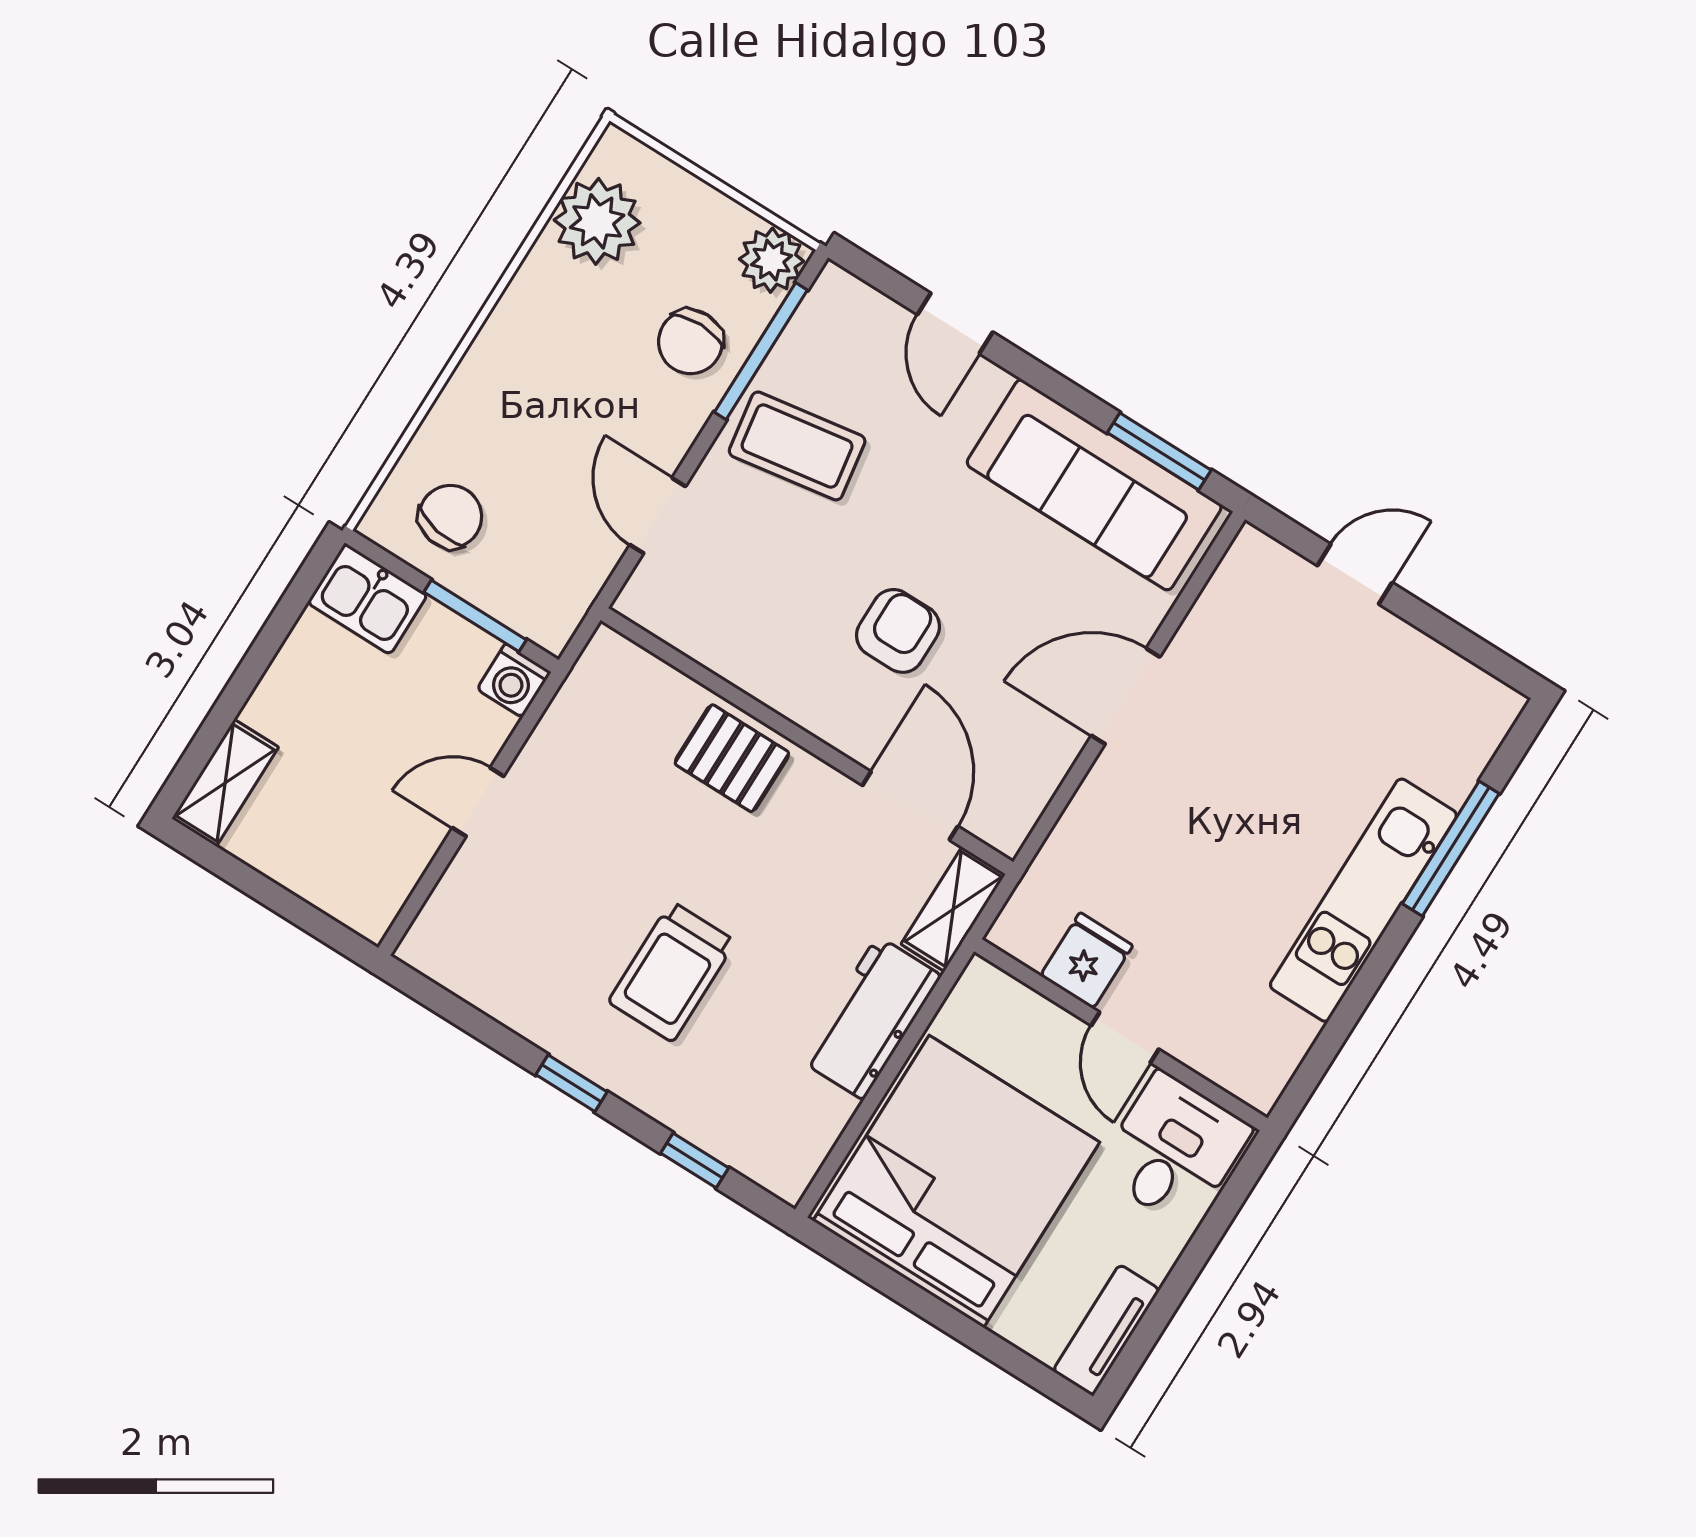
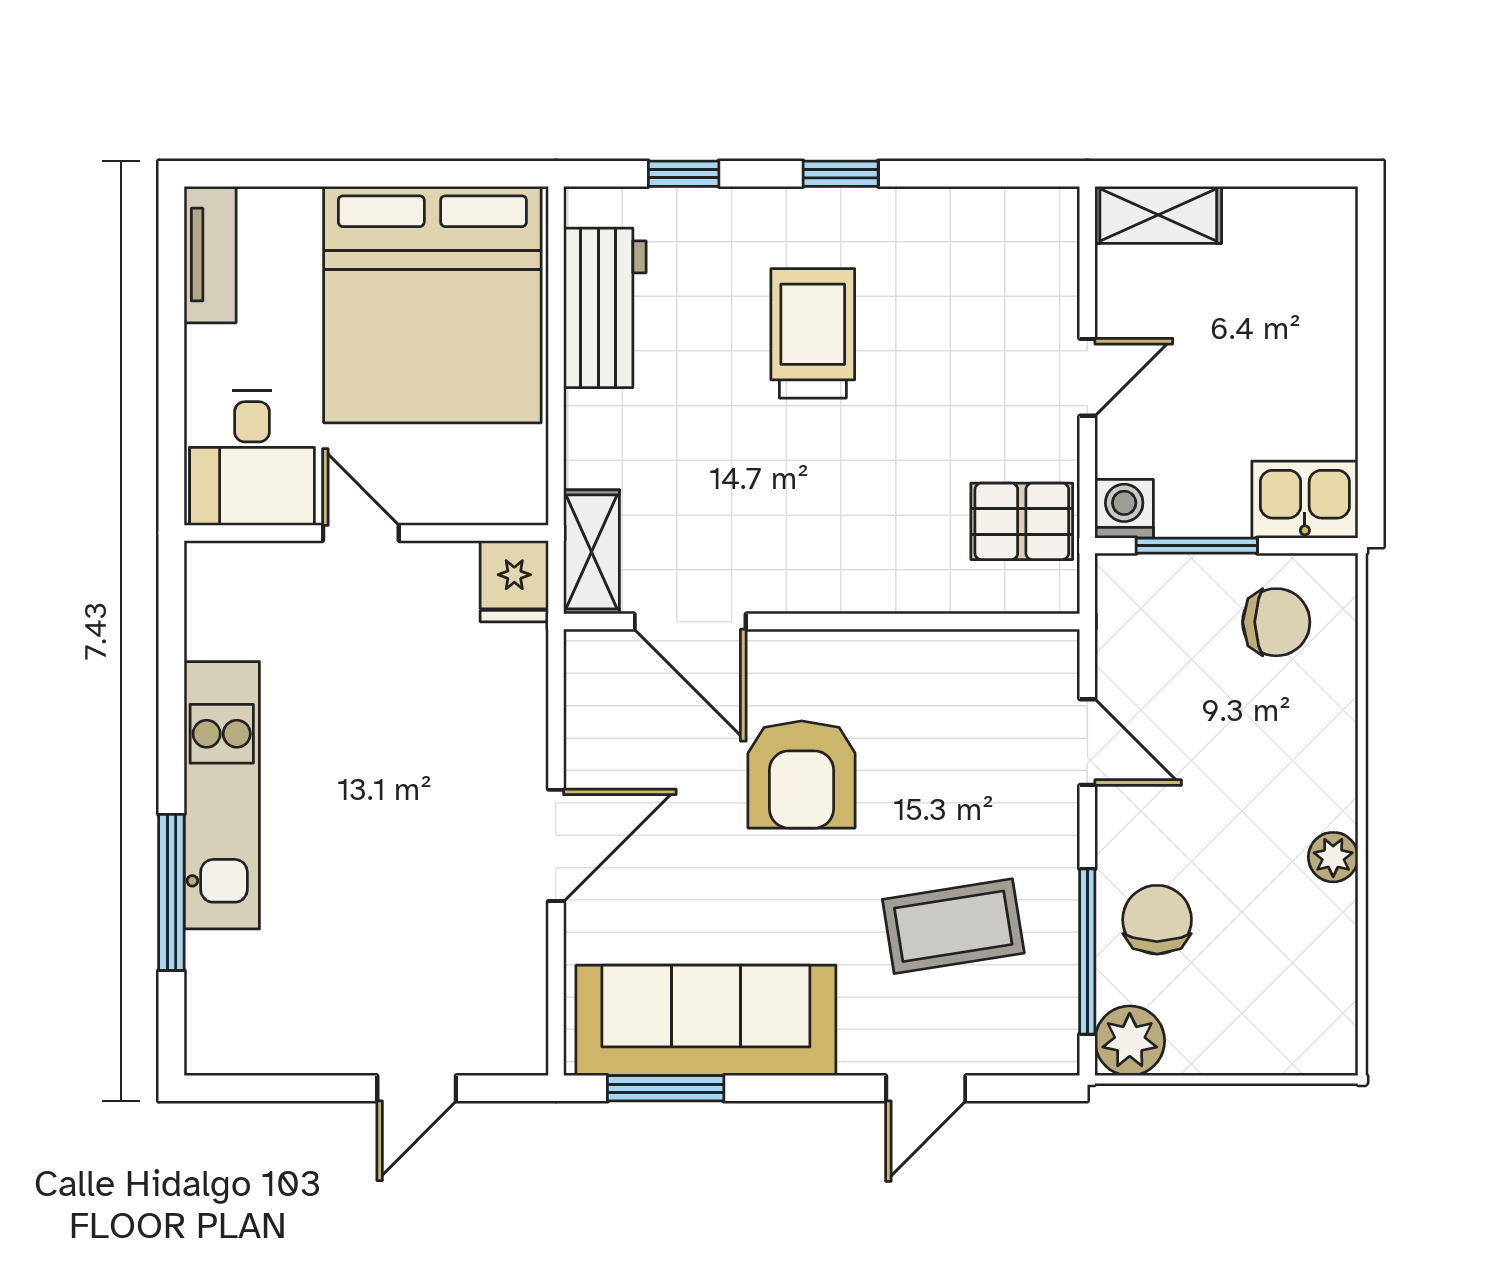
plant: (597, 221) -> (1333, 857), moved, width x0.53, depth x0.53
door: (955, 323) -> (926, 1088), swing flipped
coffee table: (797, 446) -> (953, 926), moved
chair: (450, 517) -> (1276, 622), turned -100
armchair: (898, 631) -> (802, 774), width x1.38, depth x1.38
pallet: (732, 758) -> (1022, 521), moved
shelving: (225, 783) -> (1158, 215), moved, turned 90
fridge: (1087, 961) -> (514, 581), moved
workbench: (870, 1018) -> (605, 308), moved

